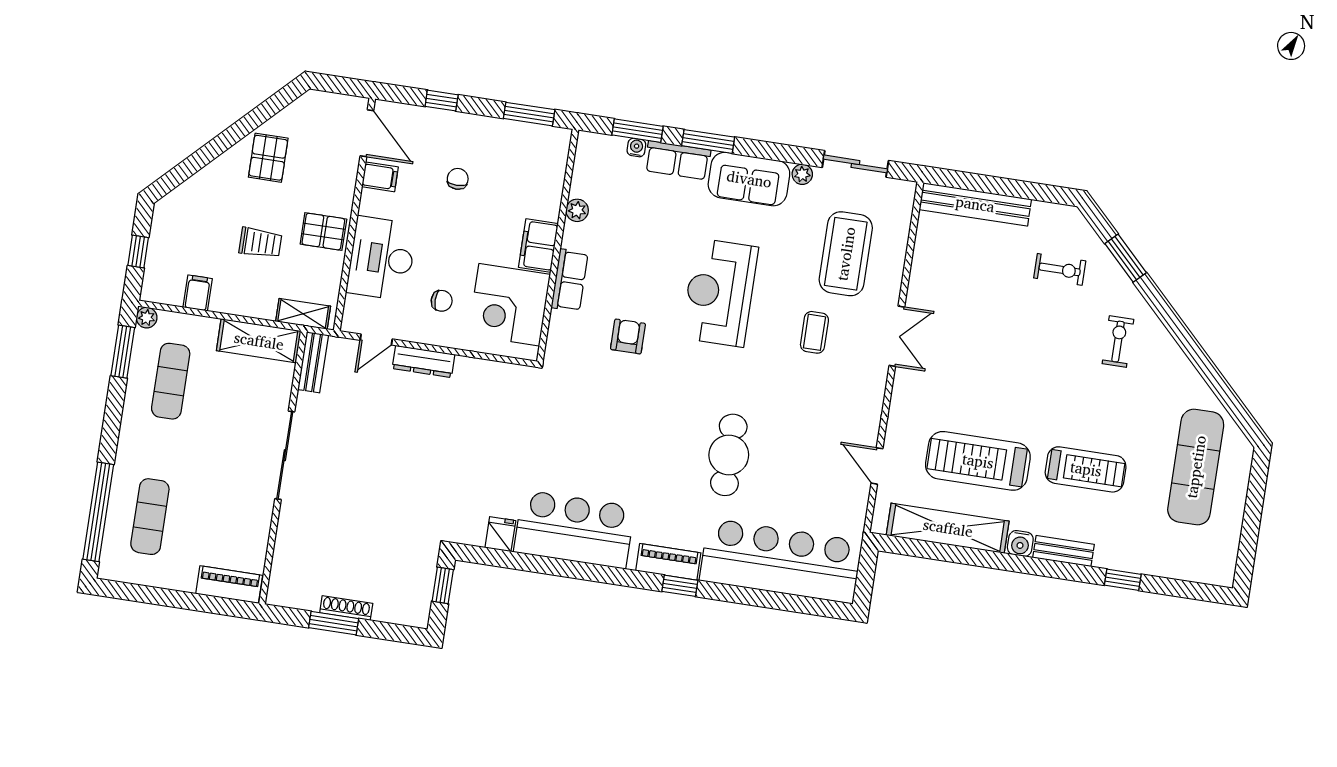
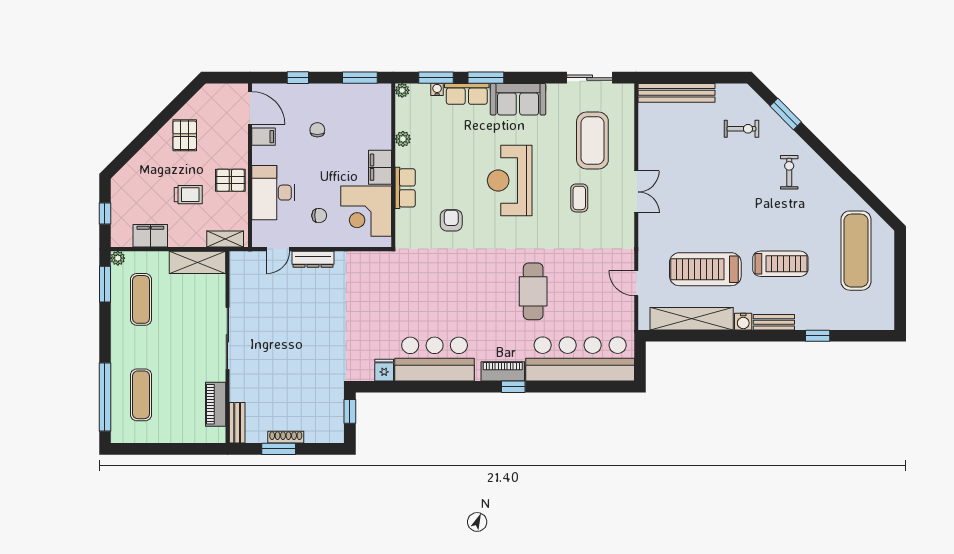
plant: (802, 174) -> (402, 90), moved
filing cabinet: (198, 293) -> (150, 236), width x2.00
bench: (313, 362) -> (237, 423), moved
piano: (229, 585) -> (216, 404), moved, turned -90

